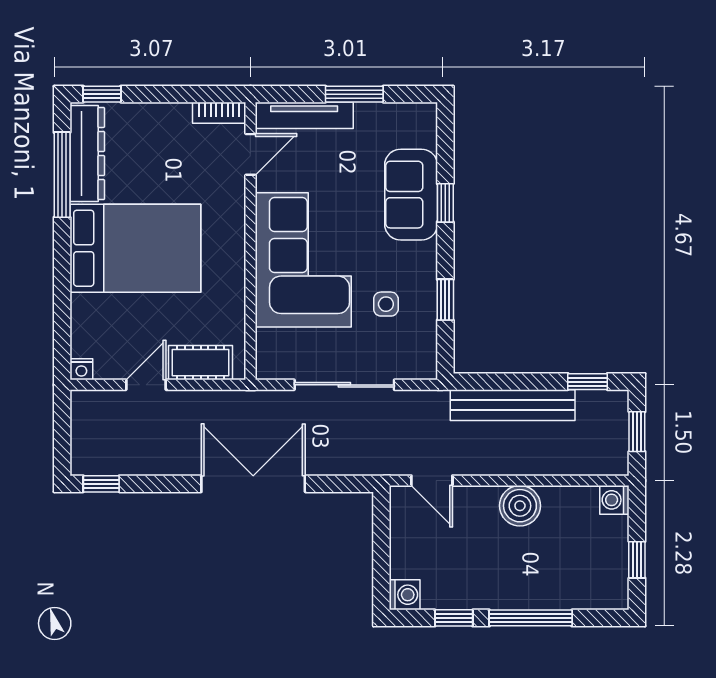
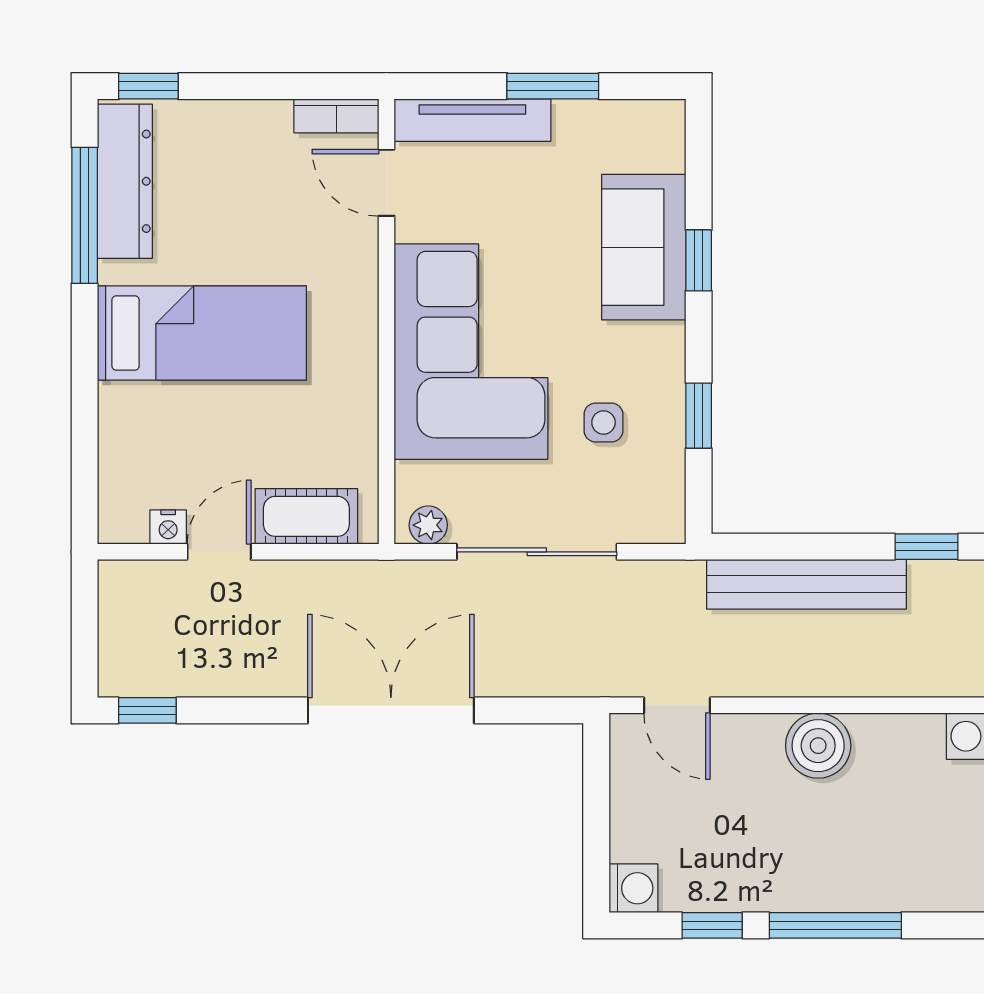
door: (250, 154) -> (386, 183), swing flipped
bed: (135, 248) -> (202, 333), width x0.67
plant: (277, 368) -> (428, 525), added
nightstand: (81, 369) -> (168, 527), moved

